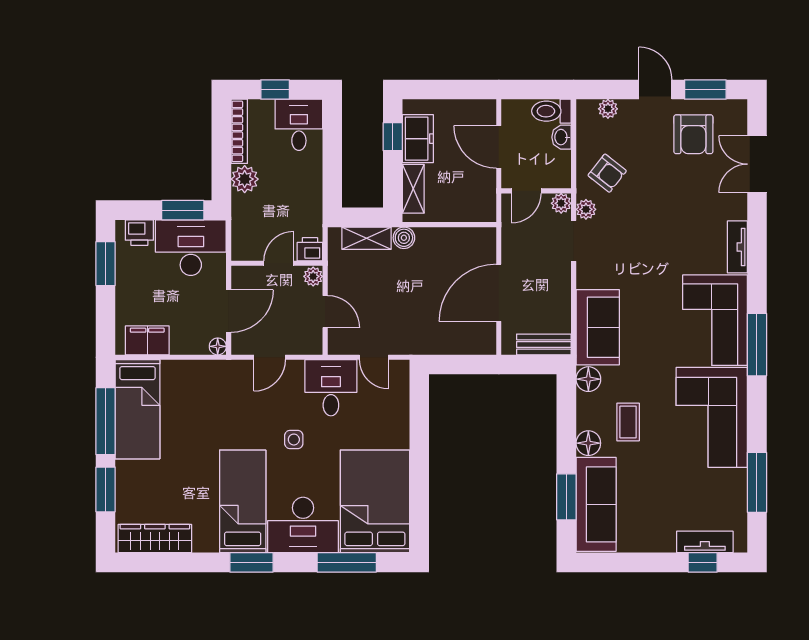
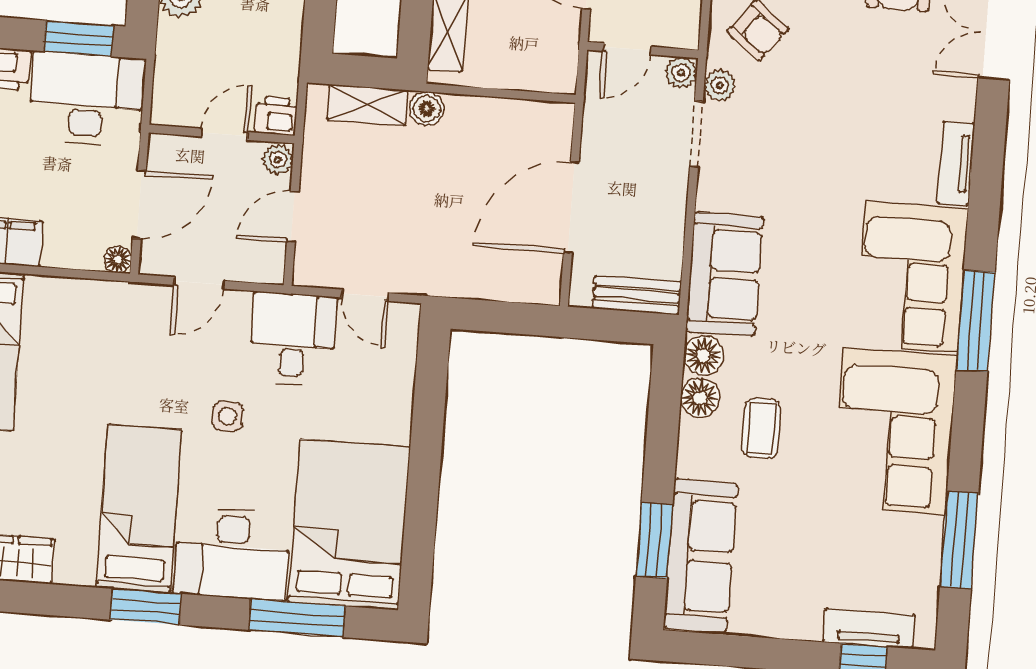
door: (325, 312) -> (293, 217), swing flipped
floor lamp: (588, 443) -> (700, 398), moved

